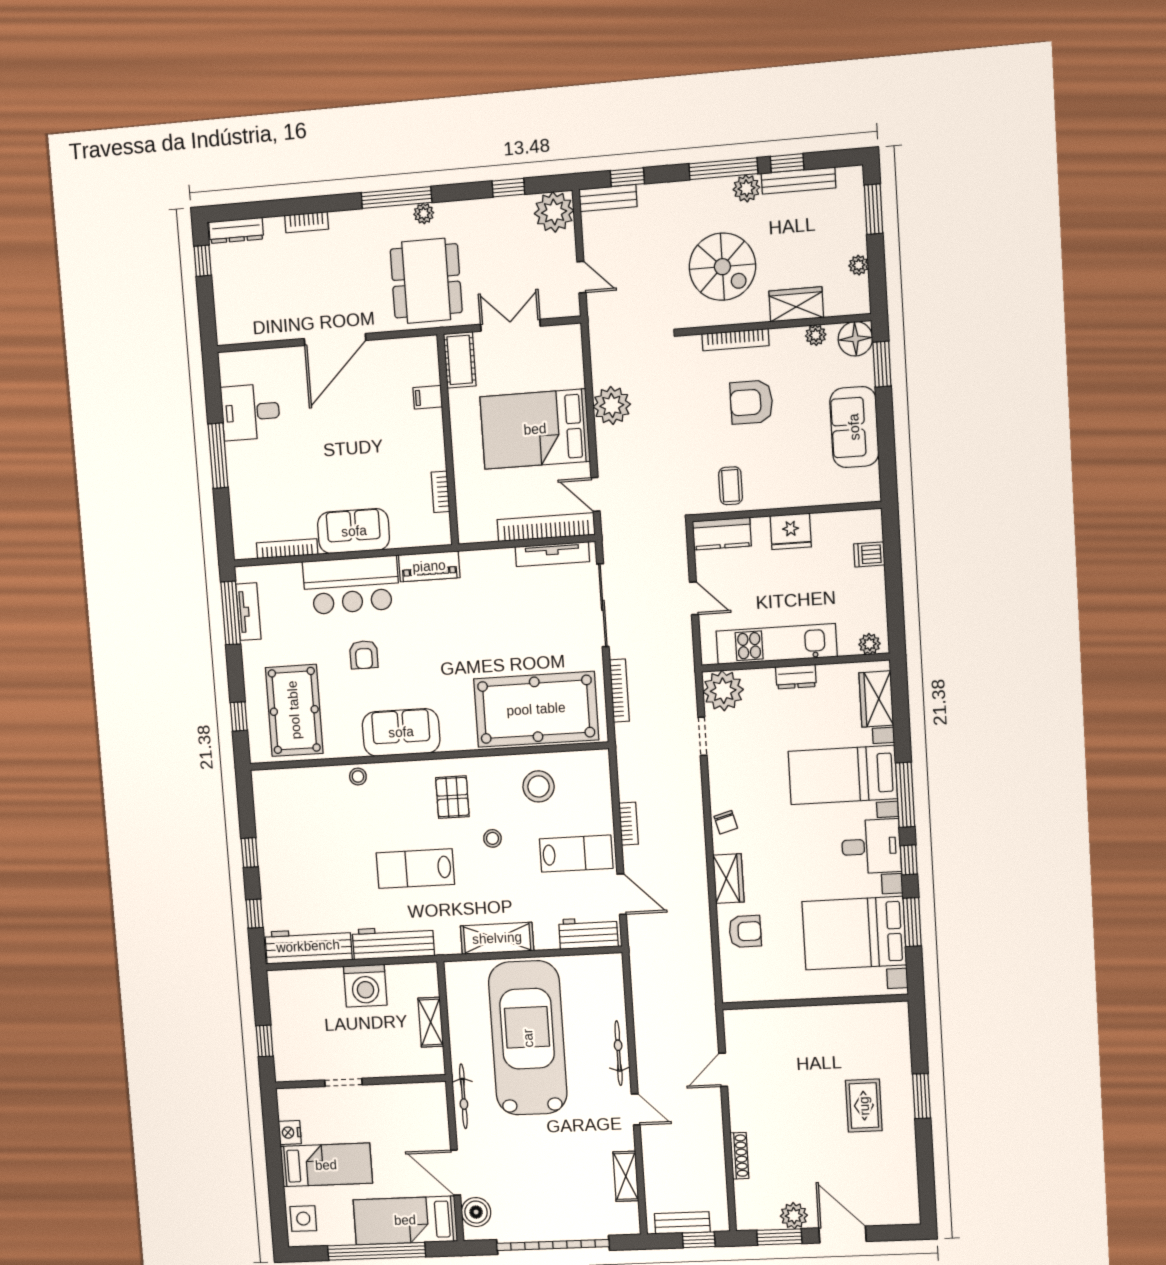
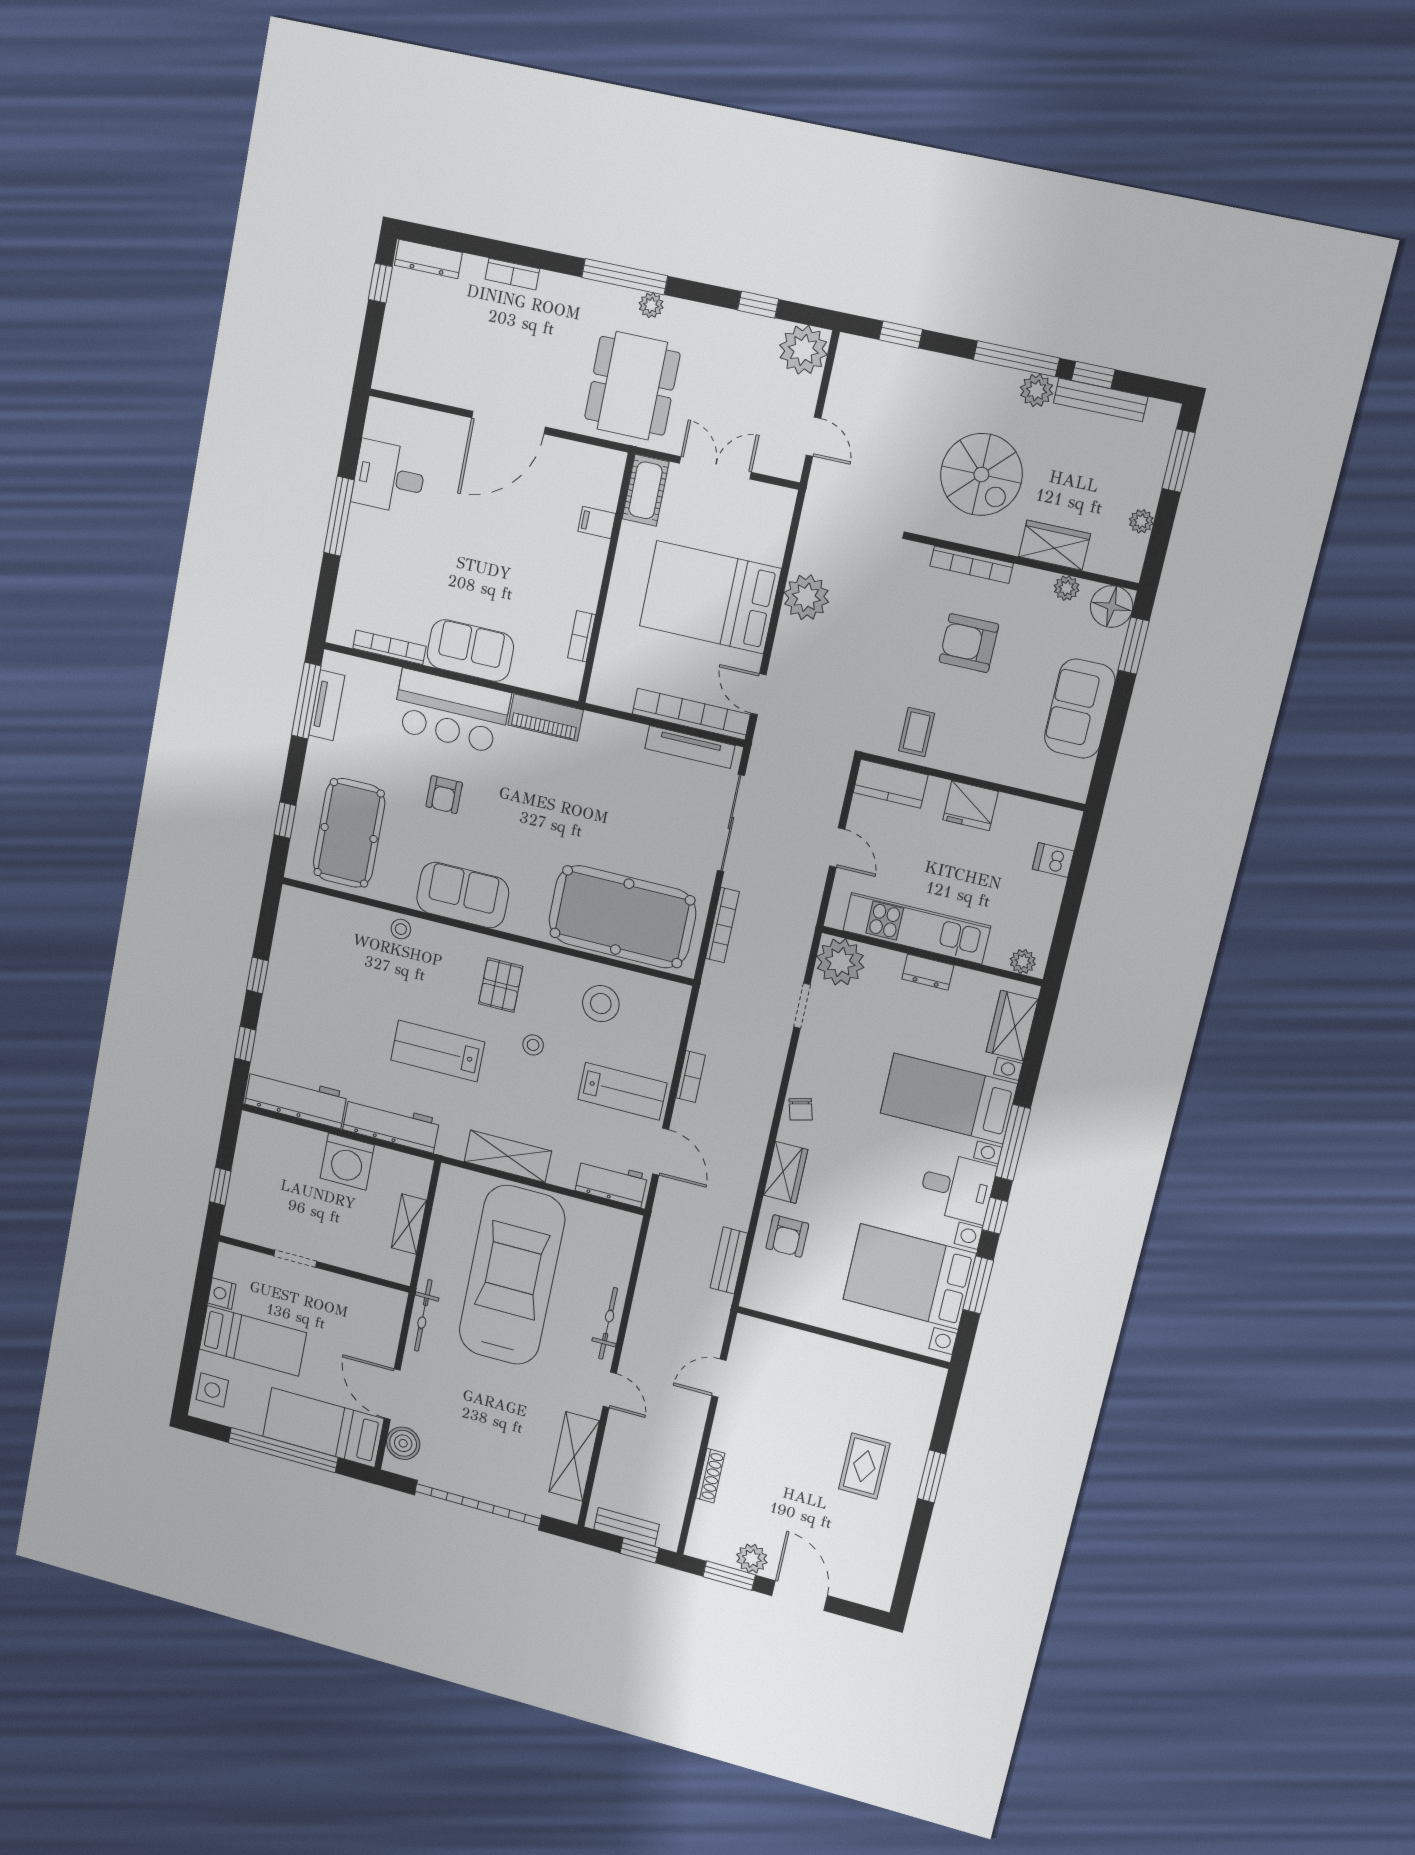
bench: (608, 198) -> (729, 1261), moved, turned 90
armchair: (745, 931) -> (787, 1236), turned 90
shelving: (626, 1176) -> (574, 1457), width x1.50, depth x1.33

